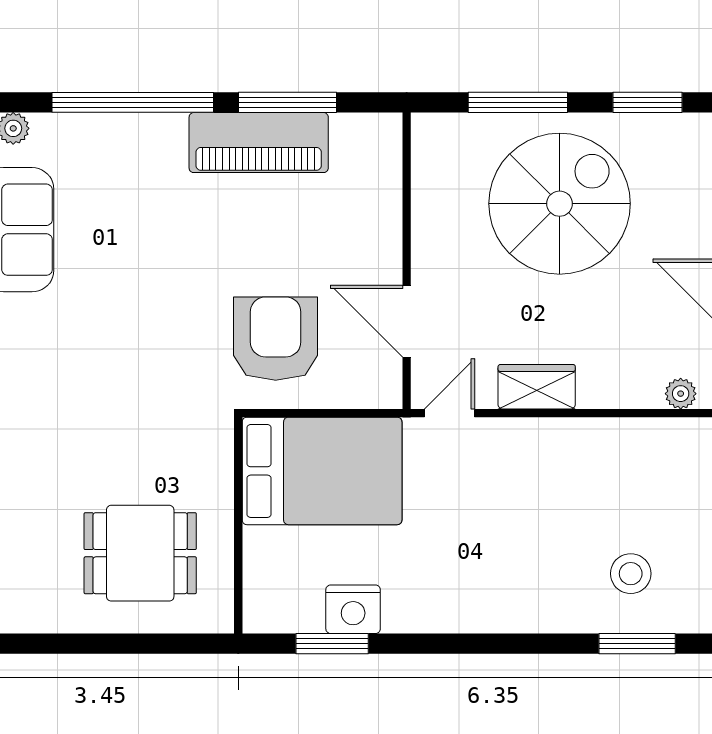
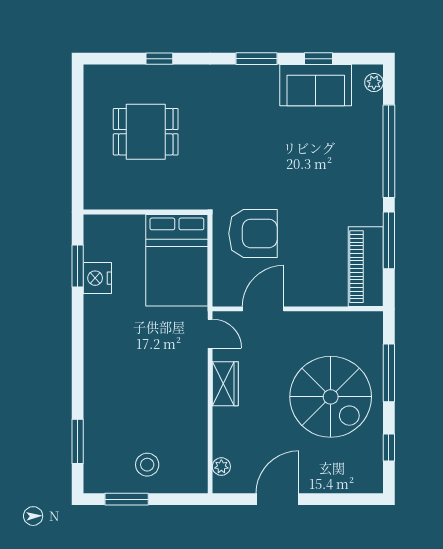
window: (647, 102) -> (389, 447), width x0.67
piano: (259, 143) -> (366, 267), moved
dining table: (140, 553) -> (146, 132), moved, turned 90
stool: (631, 574) -> (147, 465), moved

